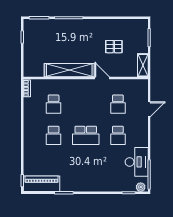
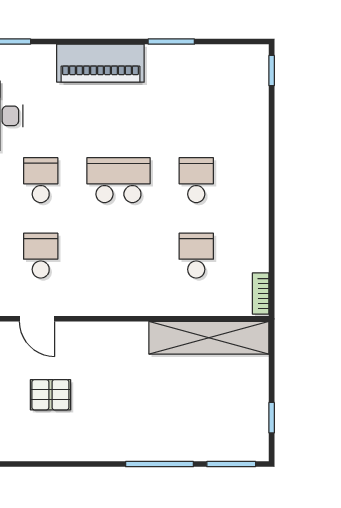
shelving: (69, 70) -> (209, 338), moved
door: (102, 78) -> (37, 319), moved
piano: (42, 184) -> (100, 63), moved

